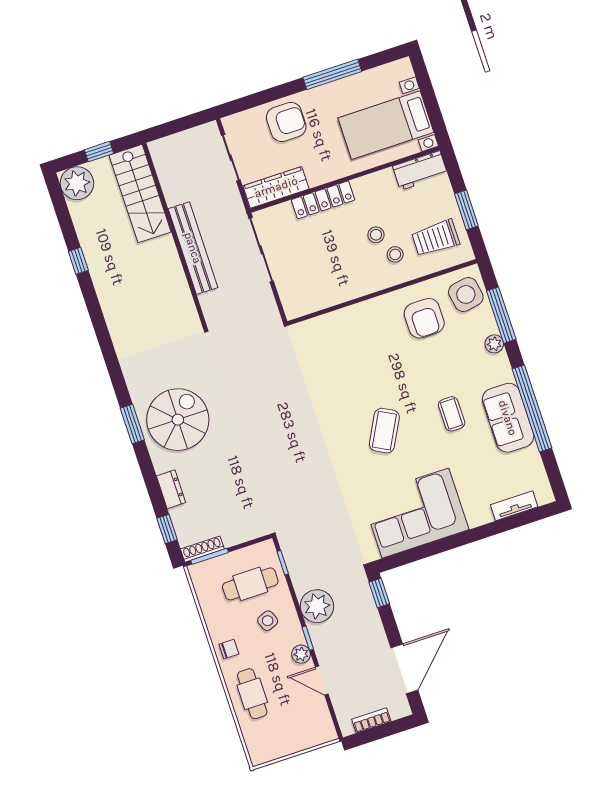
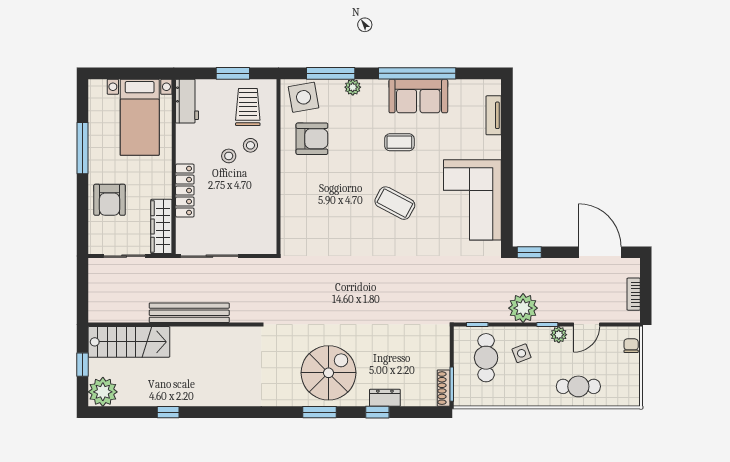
armchair: (286, 122) -> (110, 200), turned 180
trolley: (436, 238) -> (248, 107), turned 180
spiral stairs: (178, 420) -> (328, 373), turned 90
window: (167, 529) -> (377, 412), moved
chair: (229, 649) -> (631, 346), moved

